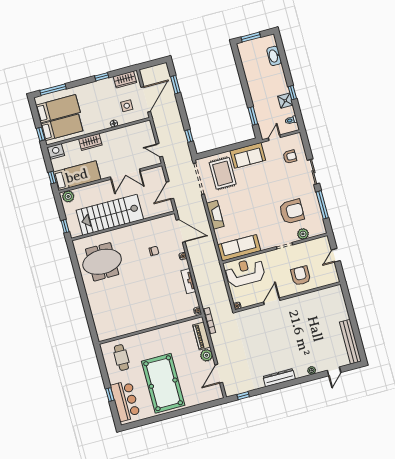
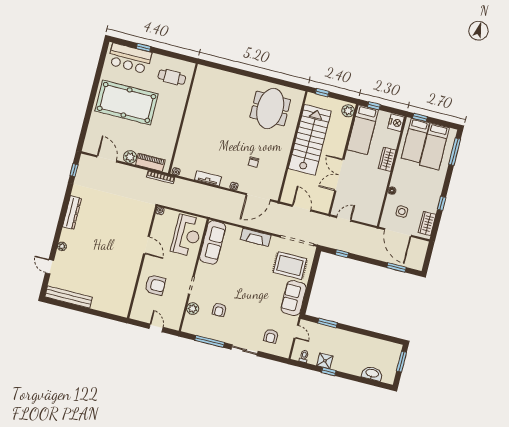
armchair: (292, 211) -> (219, 310), width x0.53, depth x0.53

